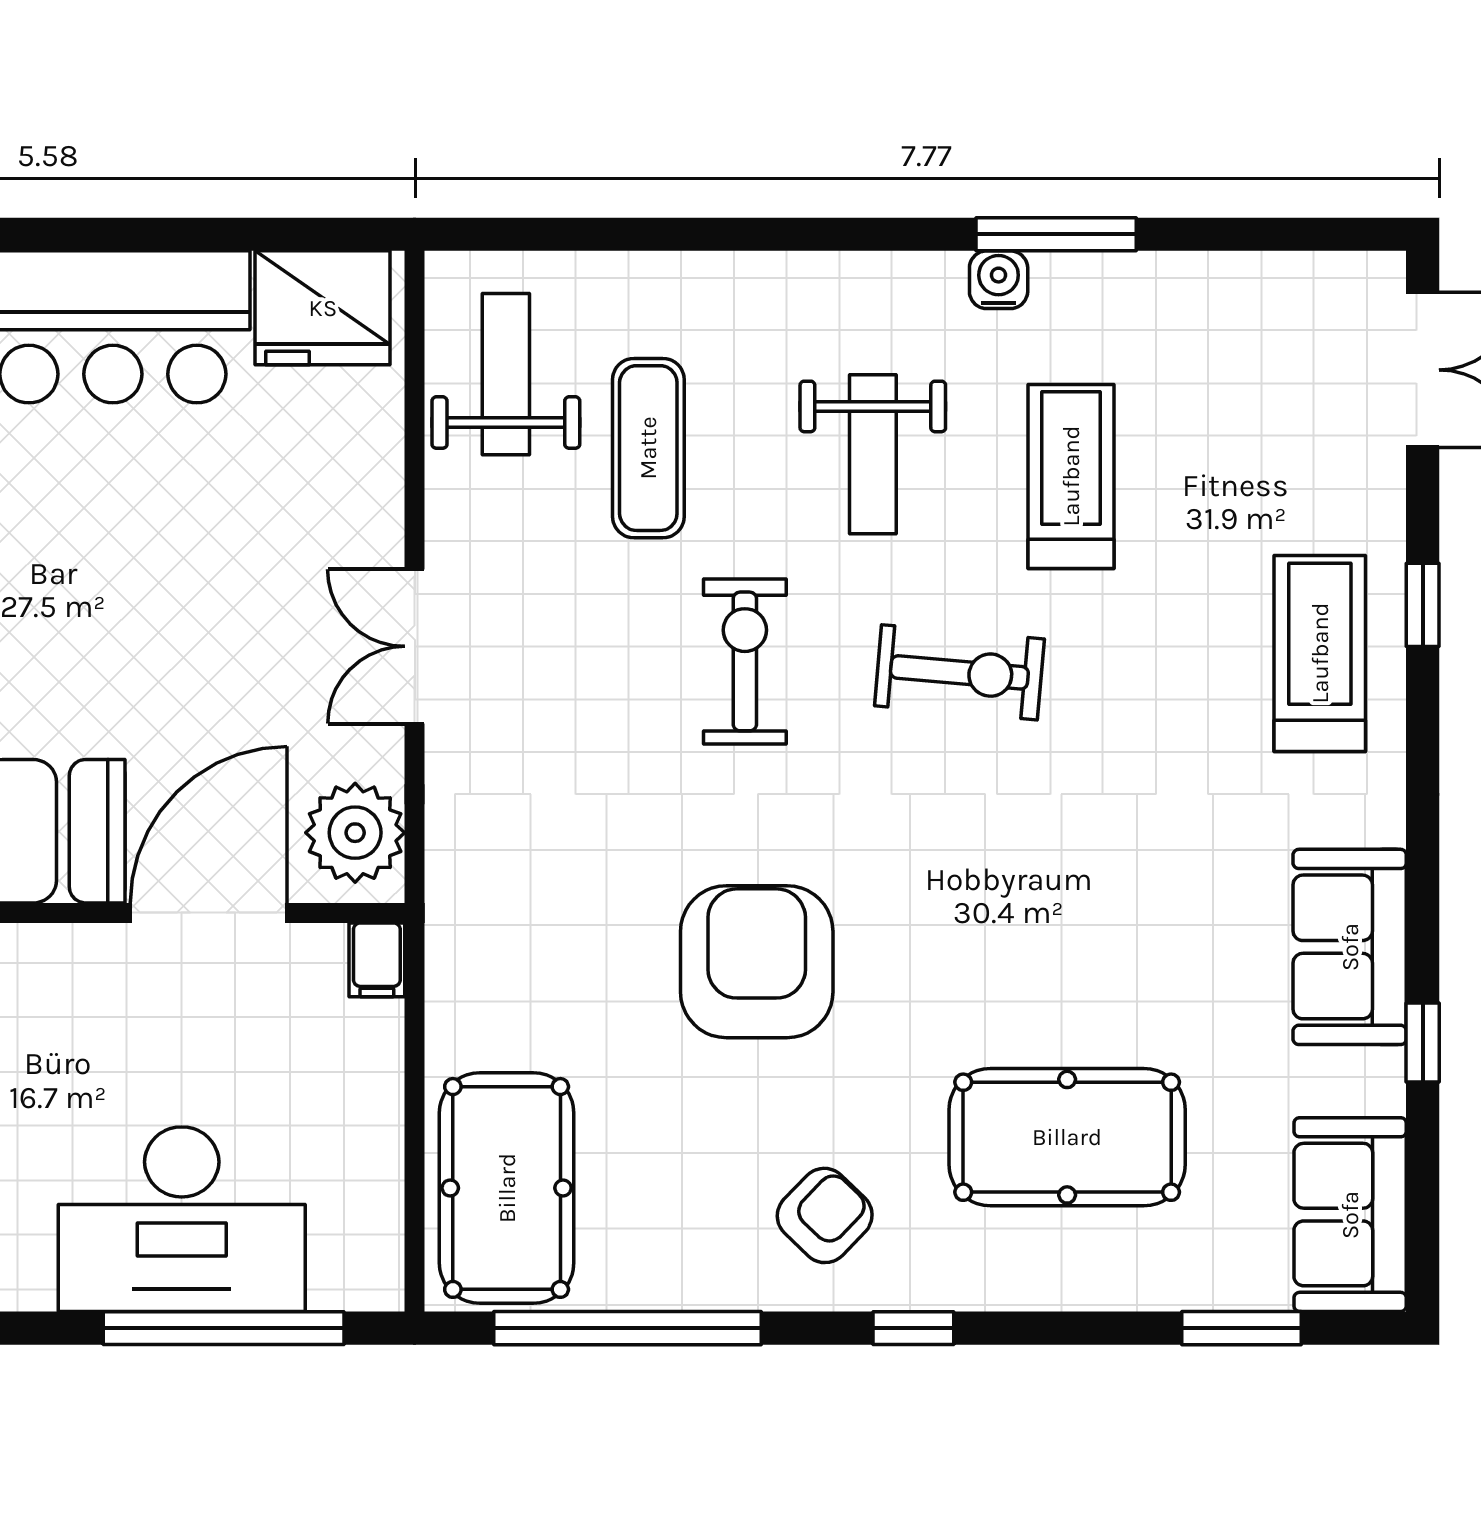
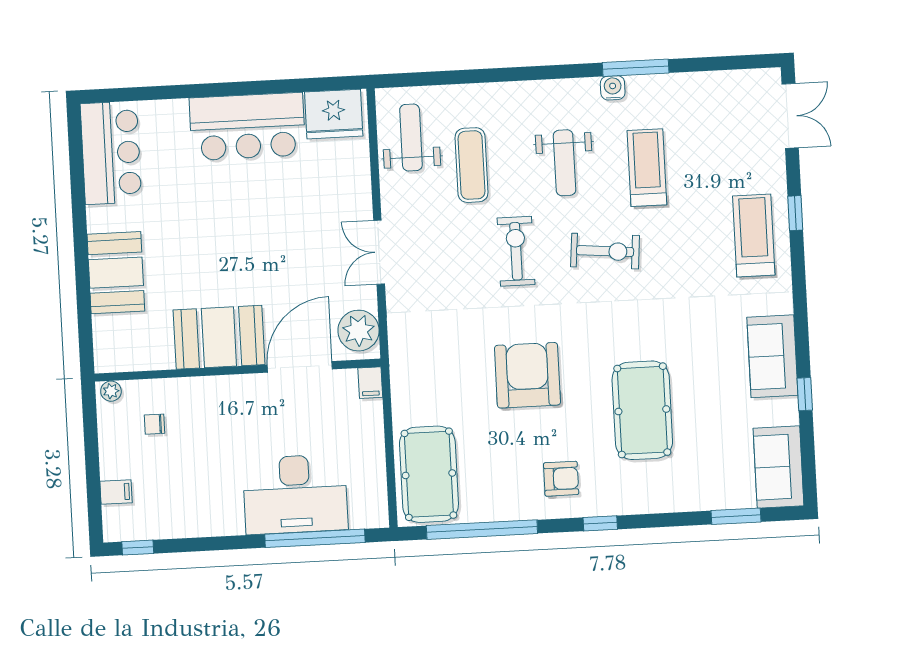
pool table: (1067, 1137) -> (642, 410), moved, turned 90
armchair: (825, 1215) -> (561, 479), turned 46

